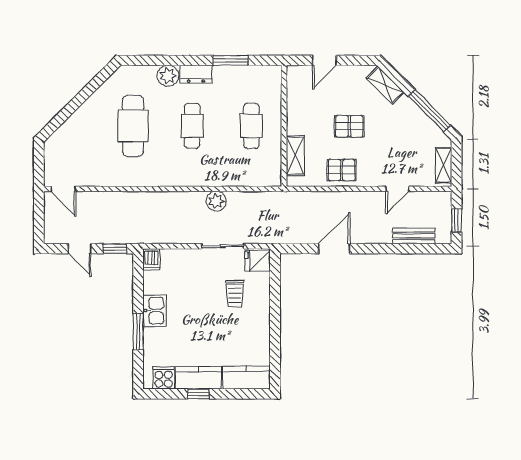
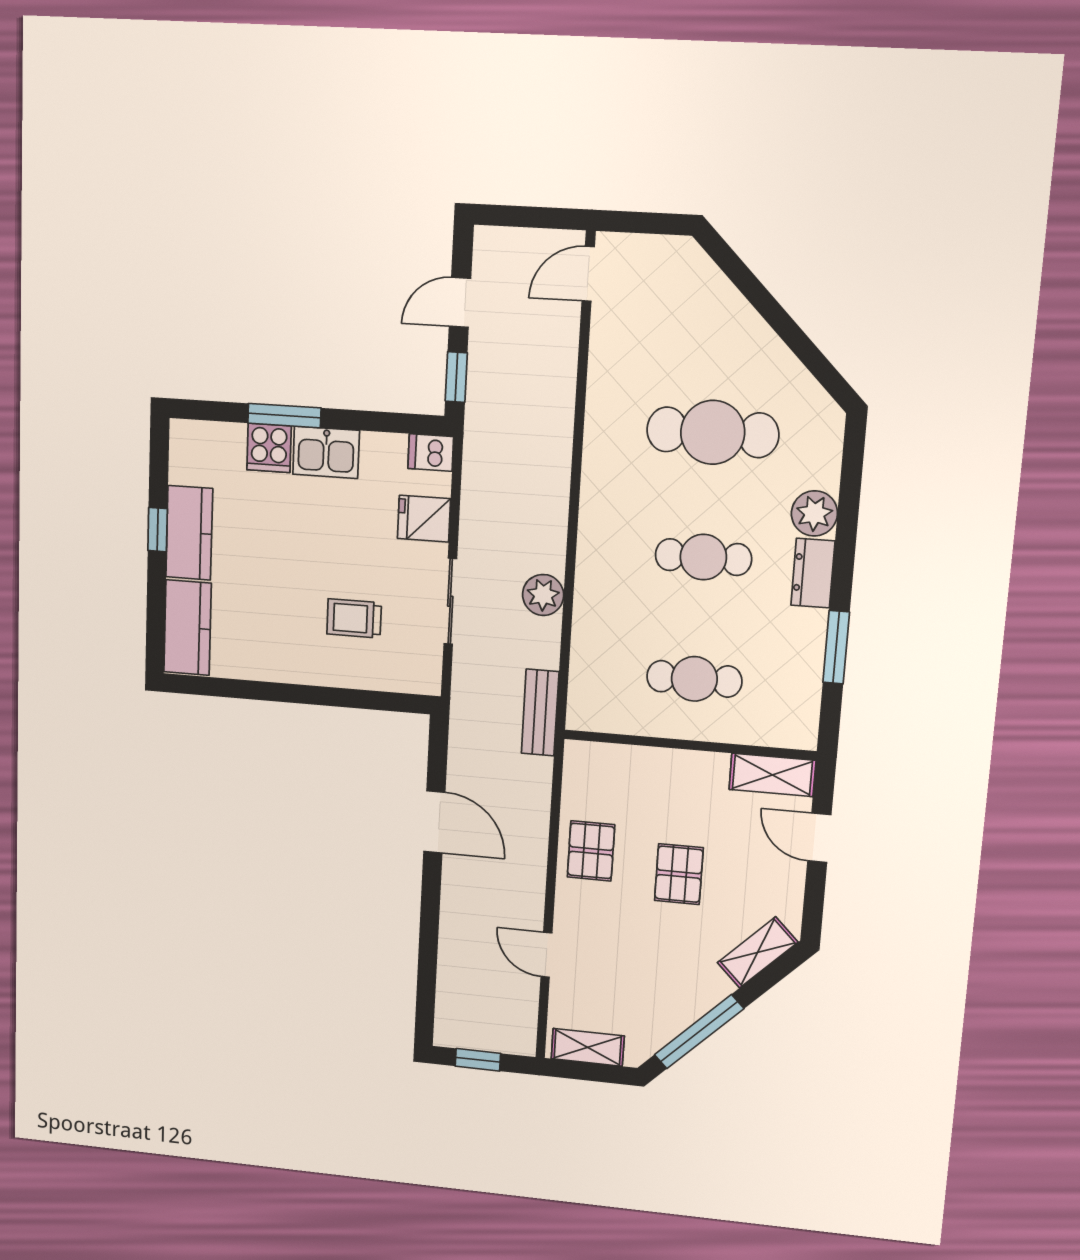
shelving: (295, 156) -> (772, 775), moved
bench: (414, 236) -> (540, 713), moved
fridge: (258, 261) -> (424, 519), moved, turned -90
cooker: (164, 378) -> (269, 448), moved, turned 90

